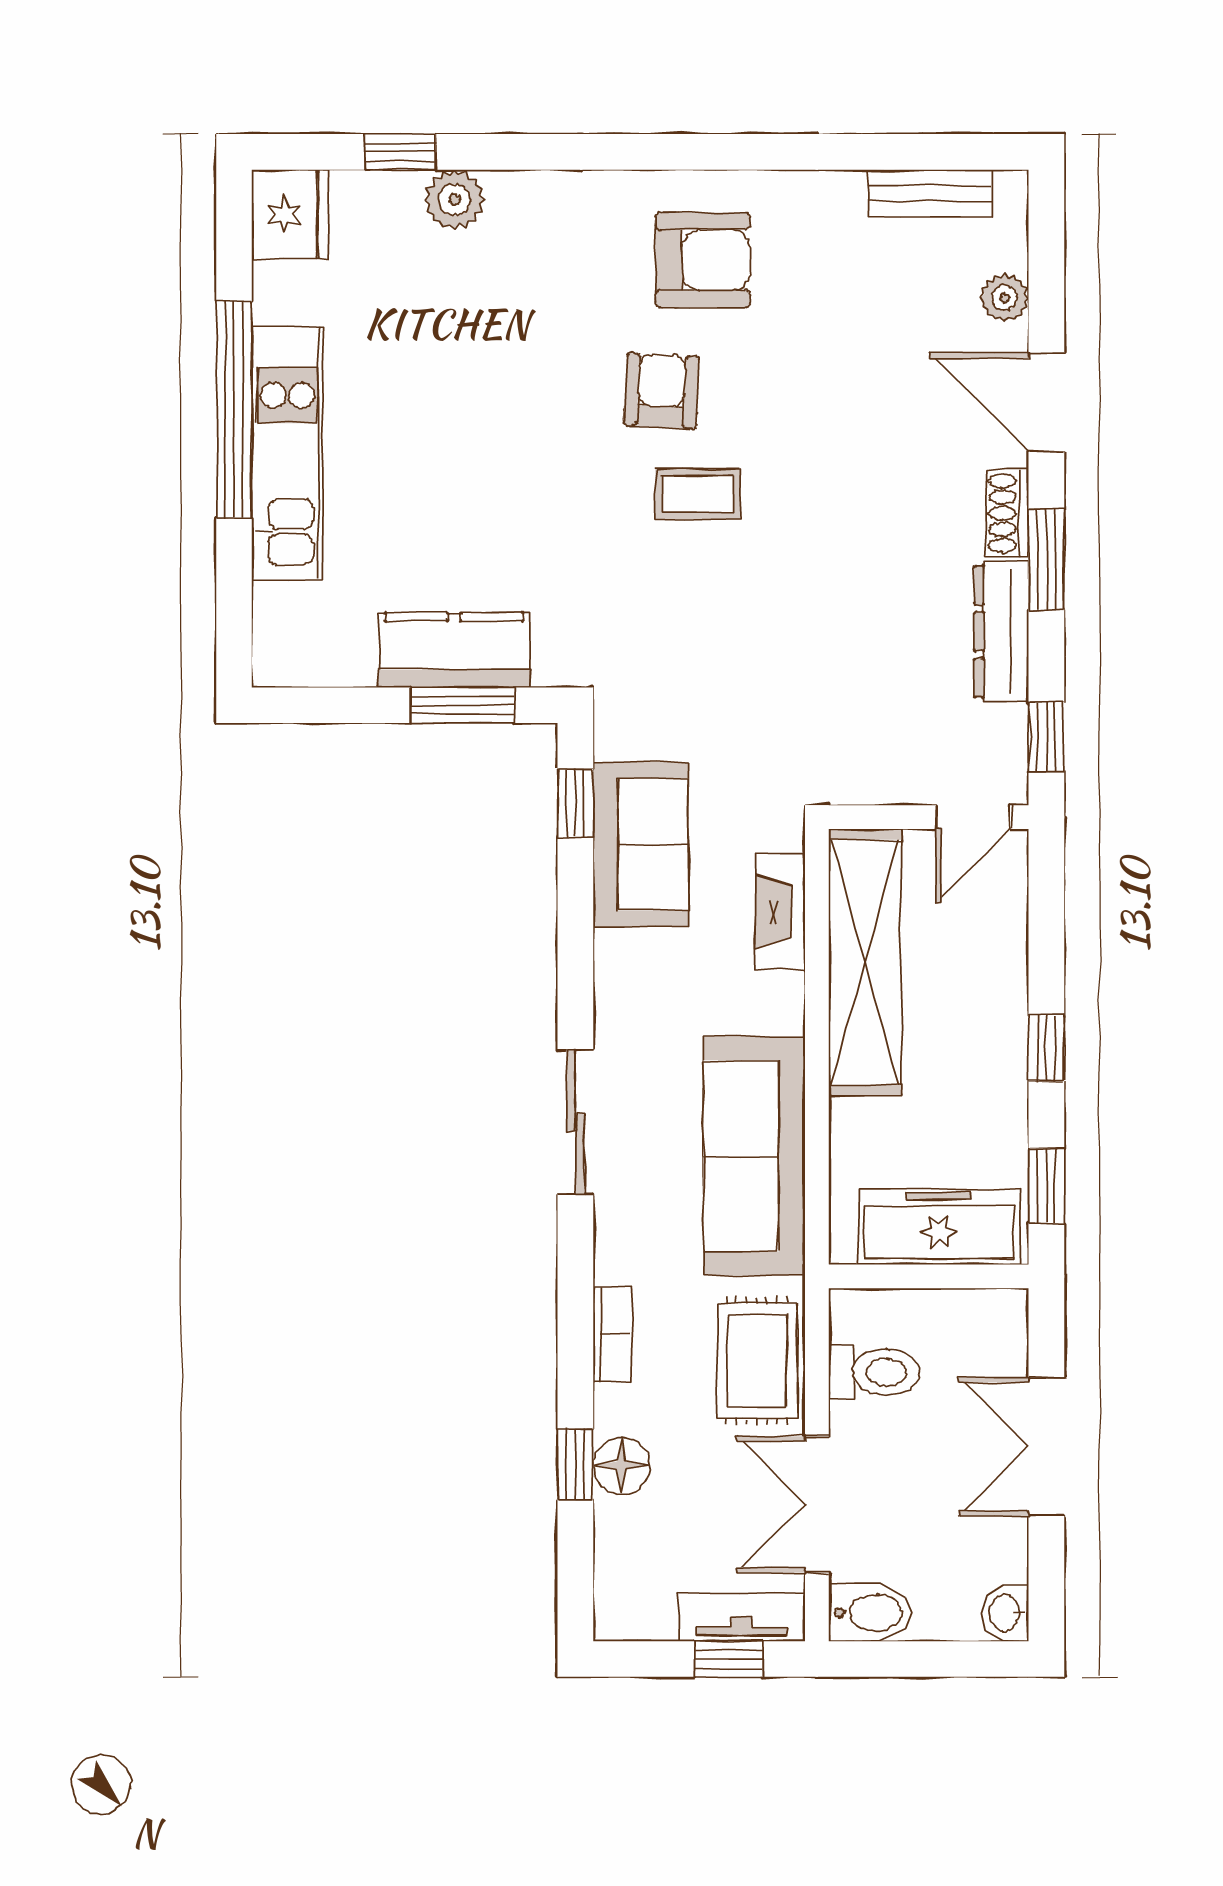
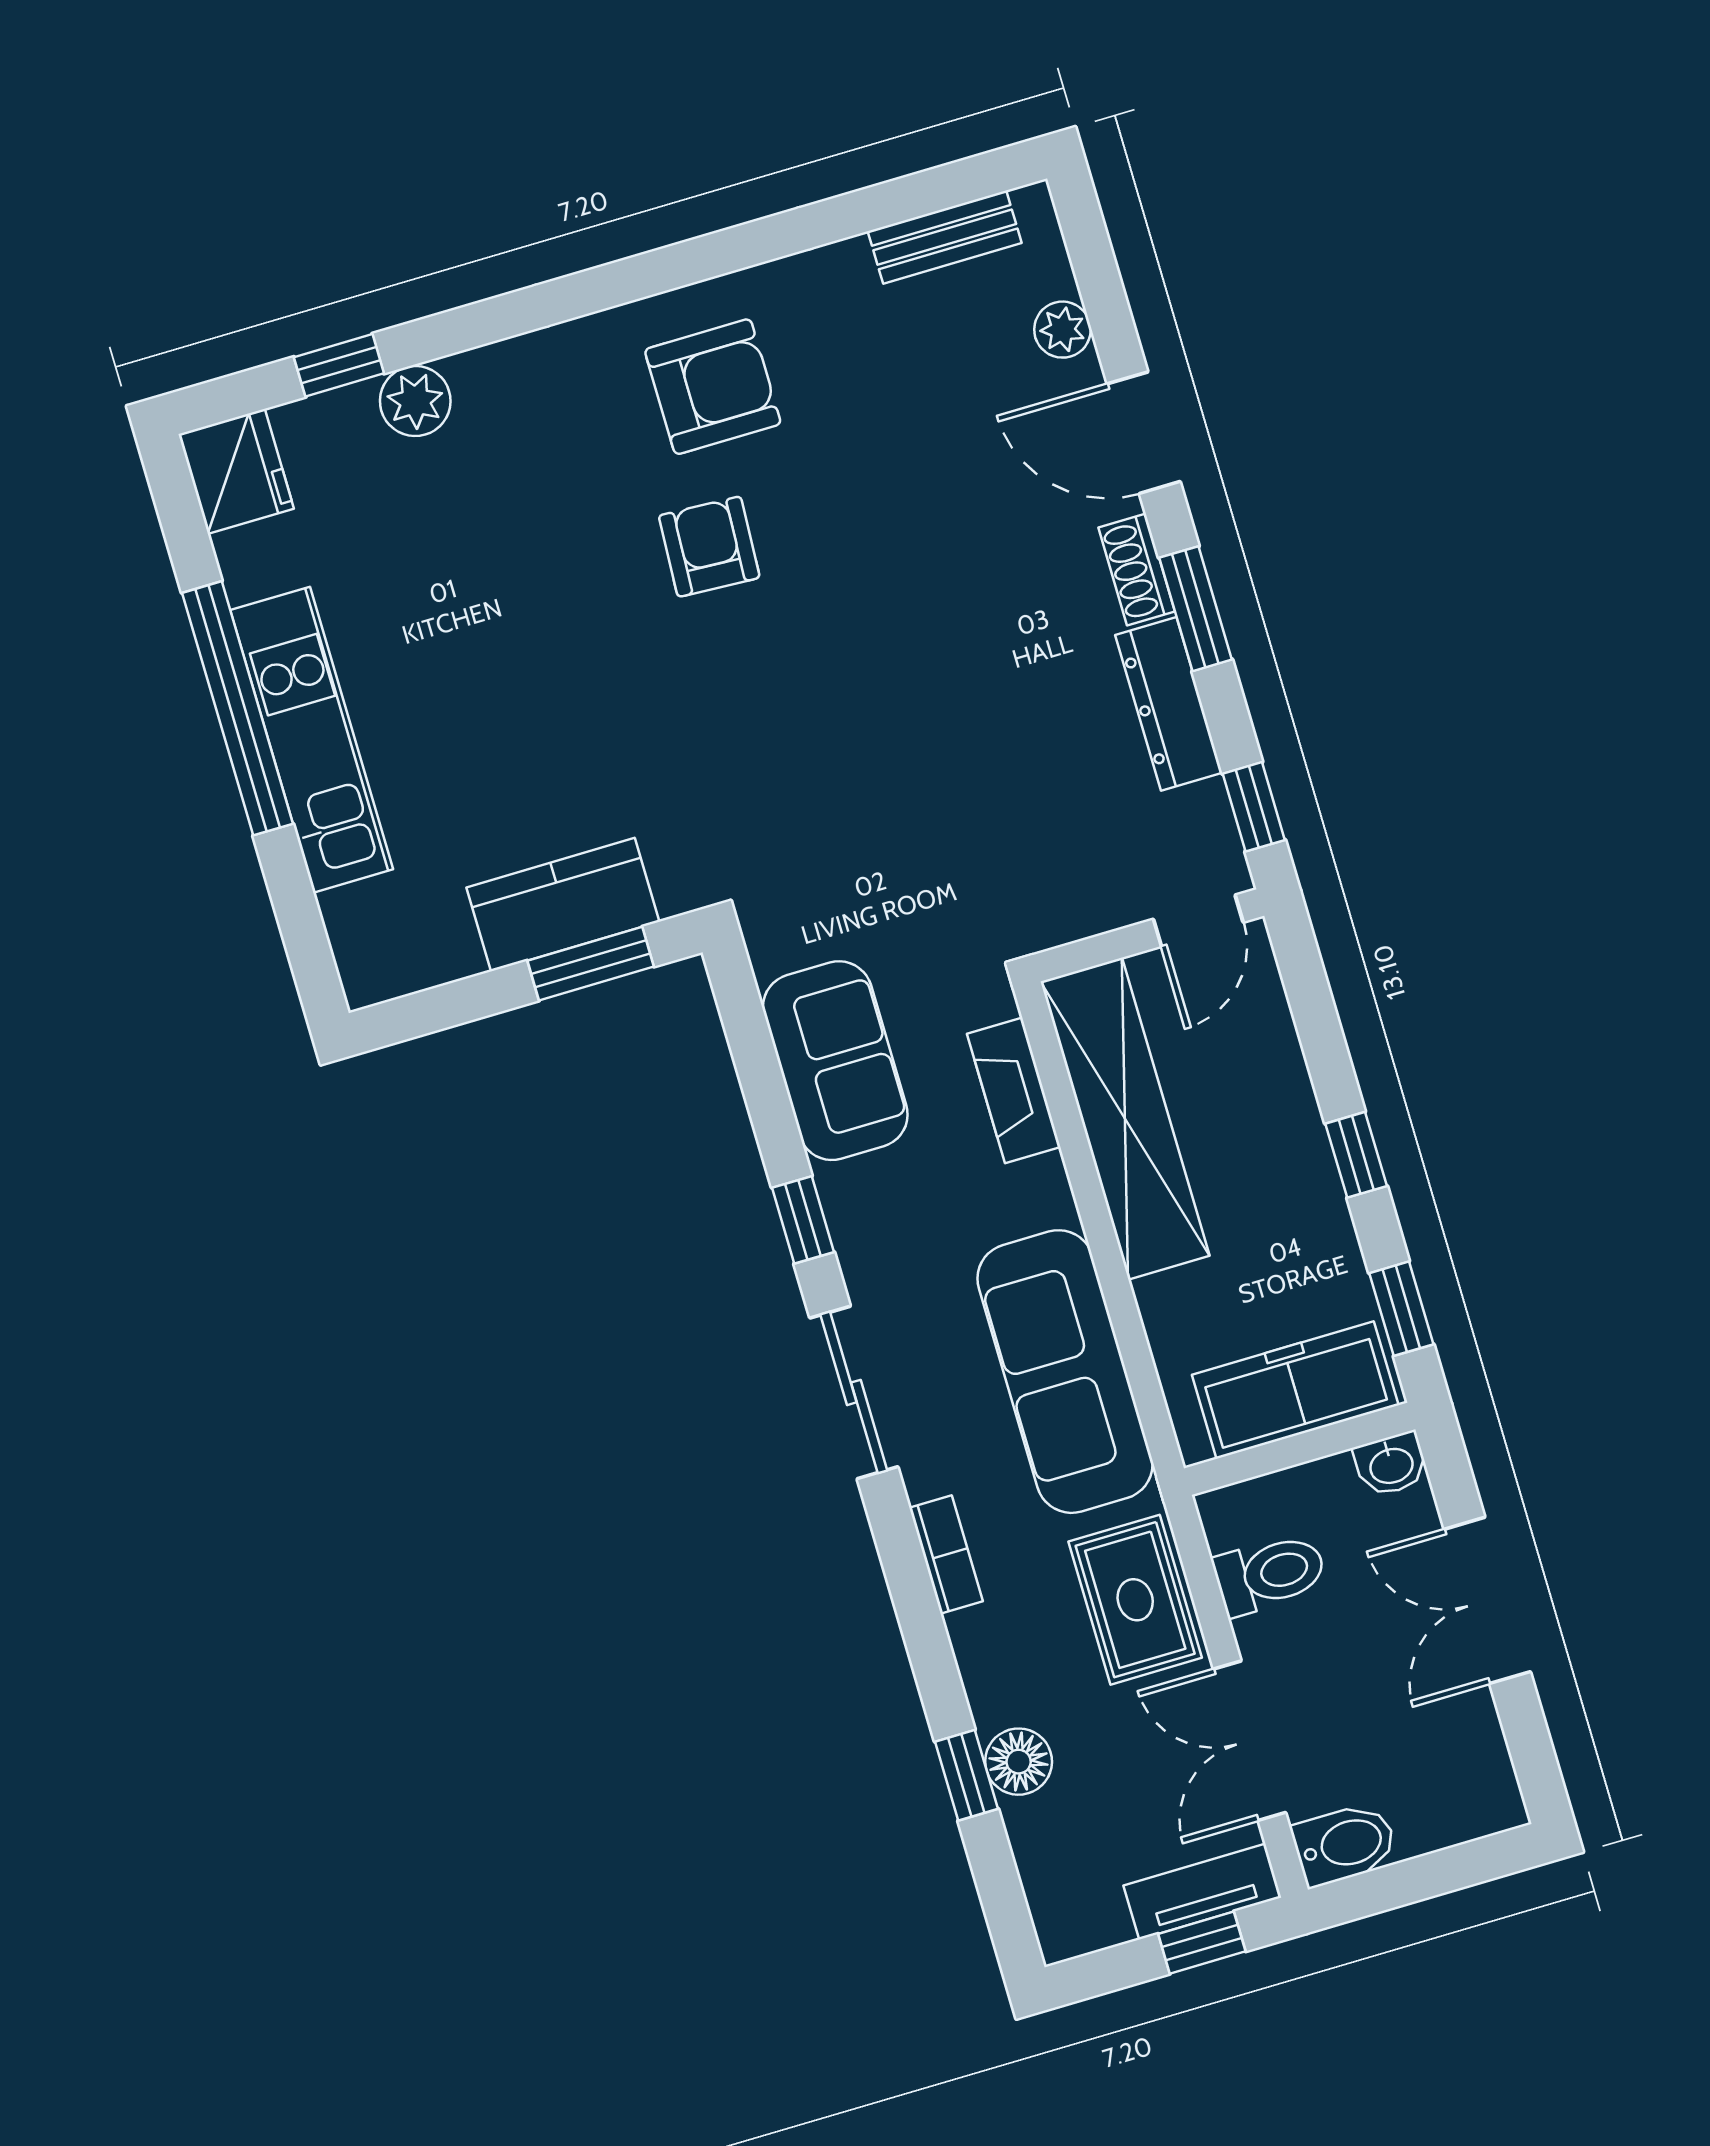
coffee table: (698, 494) -> (784, 650), removed
window: (575, 803) -> (803, 1220), moved
bookcase: (612, 1334) -> (946, 1554), moved
washbasin: (1006, 1613) -> (1391, 1464), moved, turned -90

